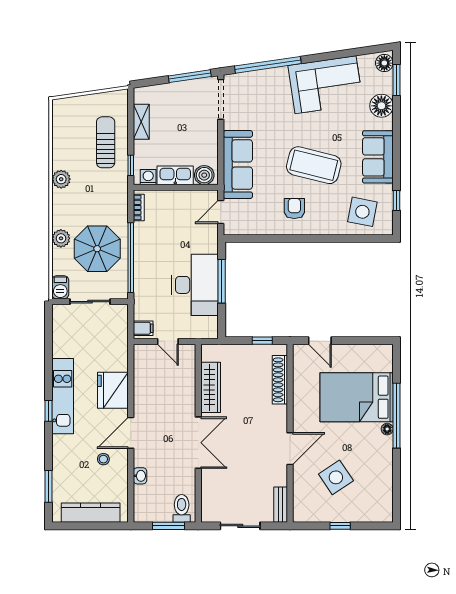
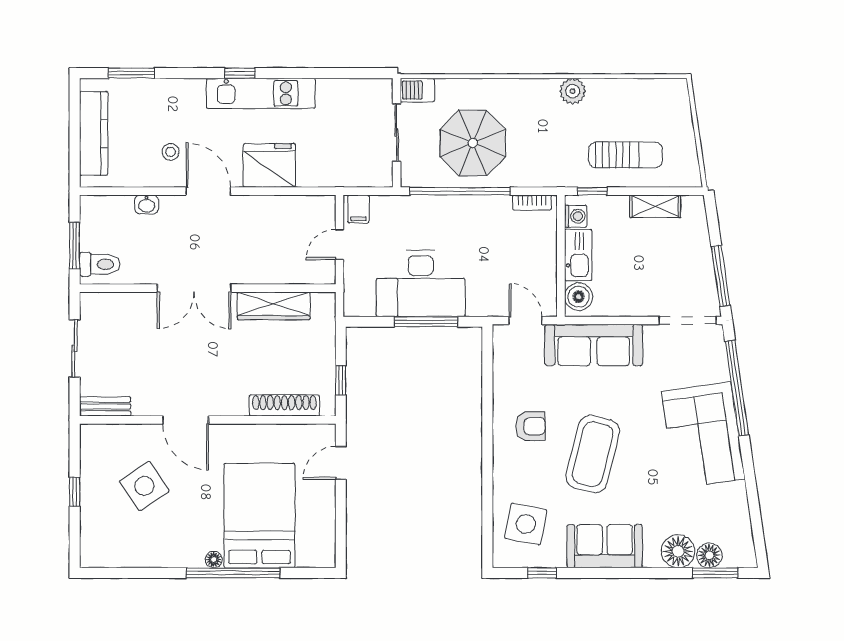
floor lamp: (384, 63) -> (709, 555), moved
corner sofa: (325, 85) -> (703, 435), moved
plant: (61, 238) -> (488, 91), removed

